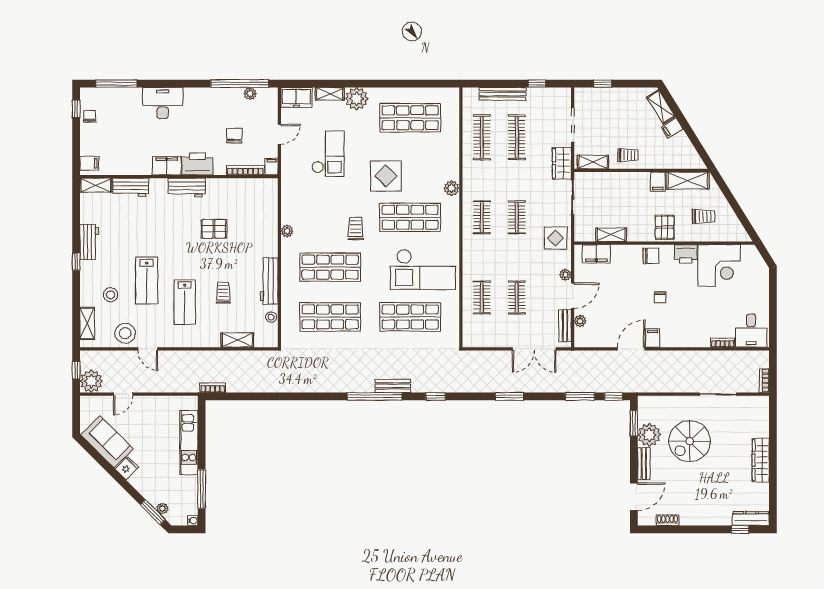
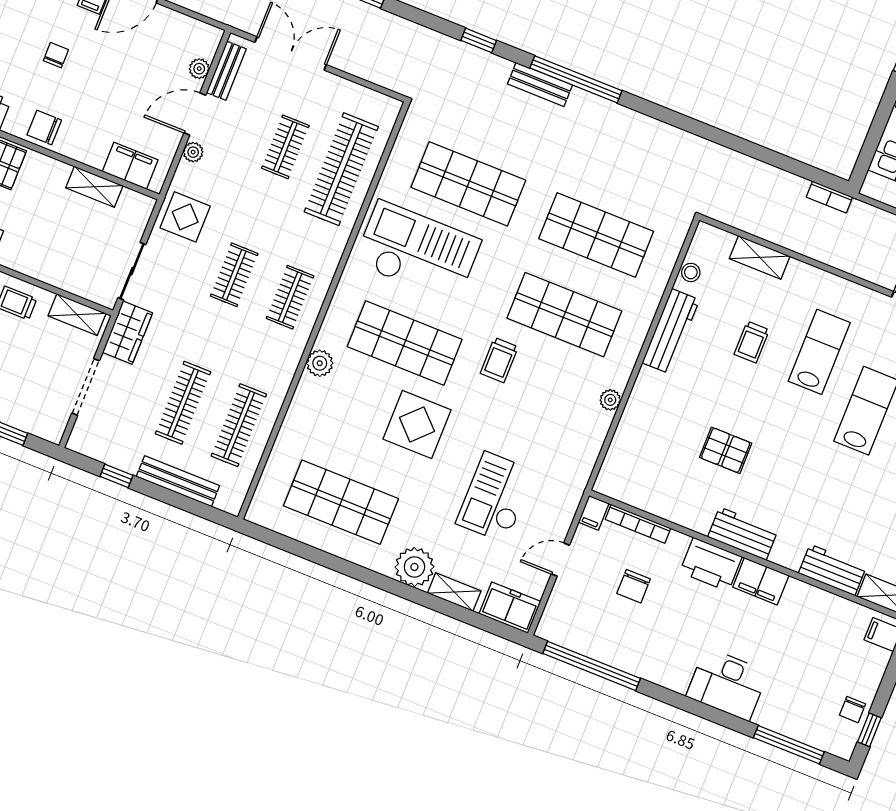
plant: (250, 94) -> (581, 643), removed
clothes rail: (482, 297) -> (341, 169), width x1.86, depth x1.31

